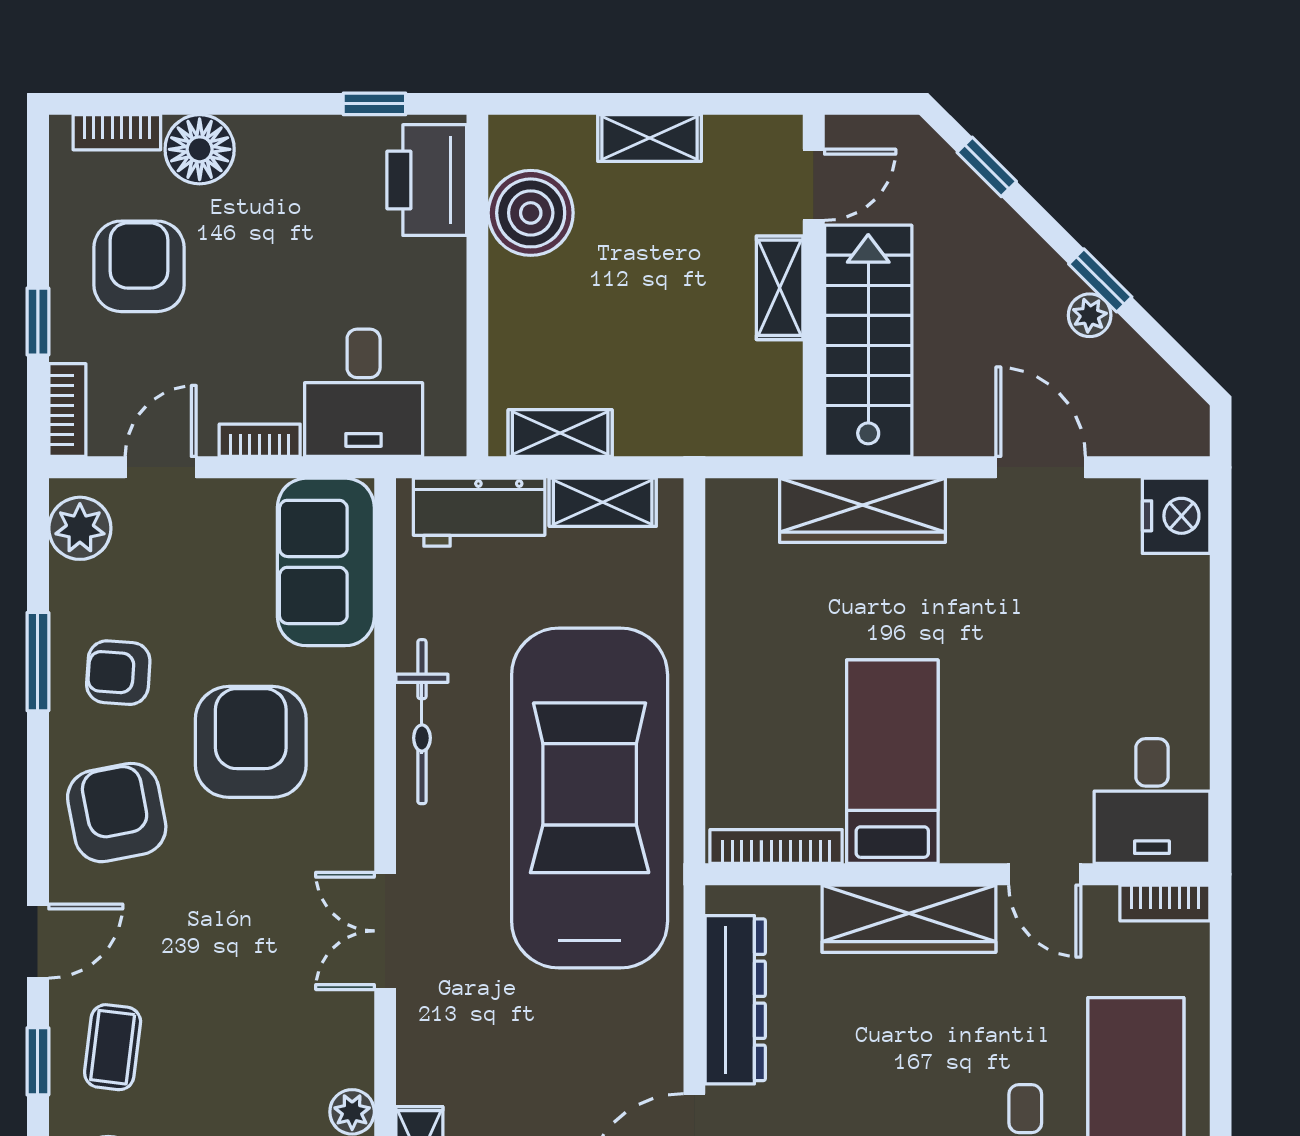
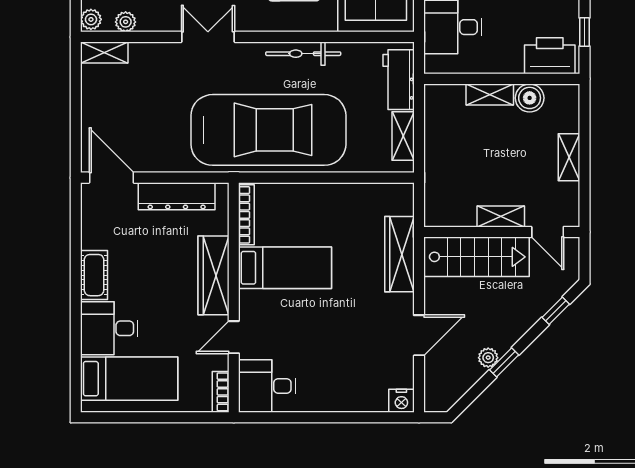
boiler: (531, 213) -> (530, 98), width x0.73, depth x0.73
shelving: (560, 433) -> (490, 94), moved, turned 90
nightstand: (1176, 516) -> (401, 401), width x0.74, depth x0.75

